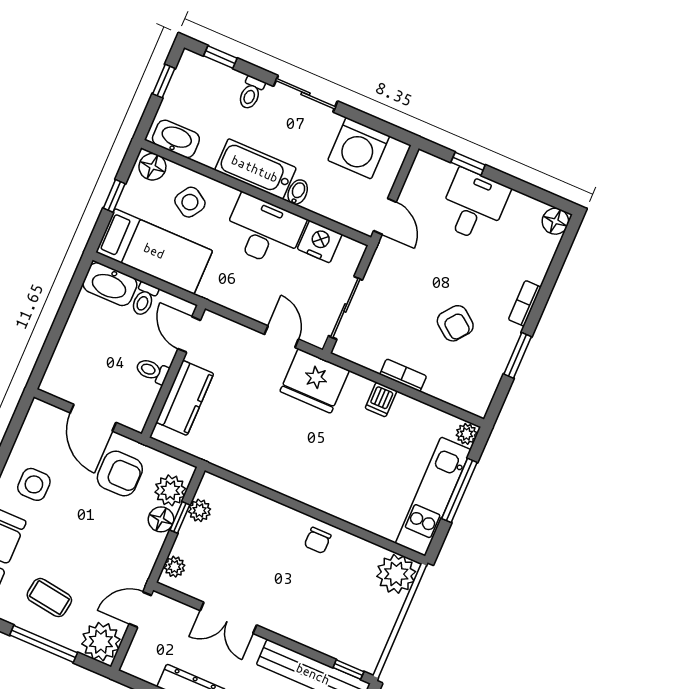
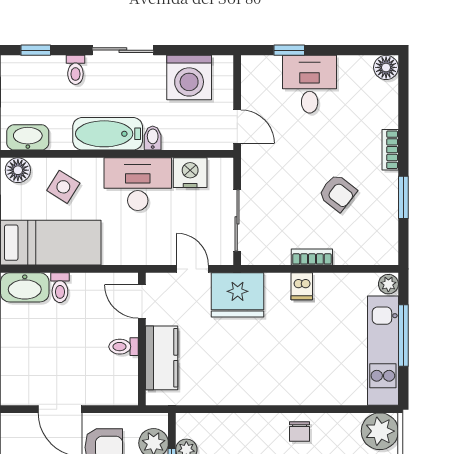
door: (189, 335) -> (142, 301), moved
toilet: (152, 371) -> (124, 347), moved
wall: (173, 371) -> (142, 339), moved
kitchen counter: (185, 398) -> (162, 358), moved

